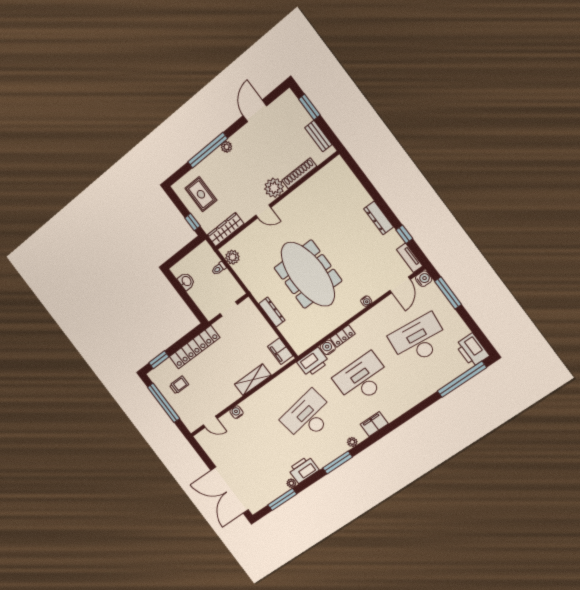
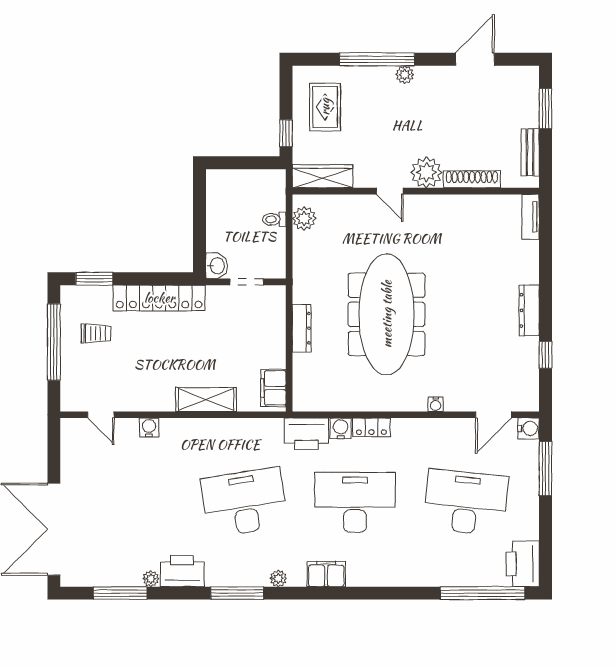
tv unit: (410, 258) -> (531, 217), moved
washbasin: (186, 281) -> (217, 266), moved

